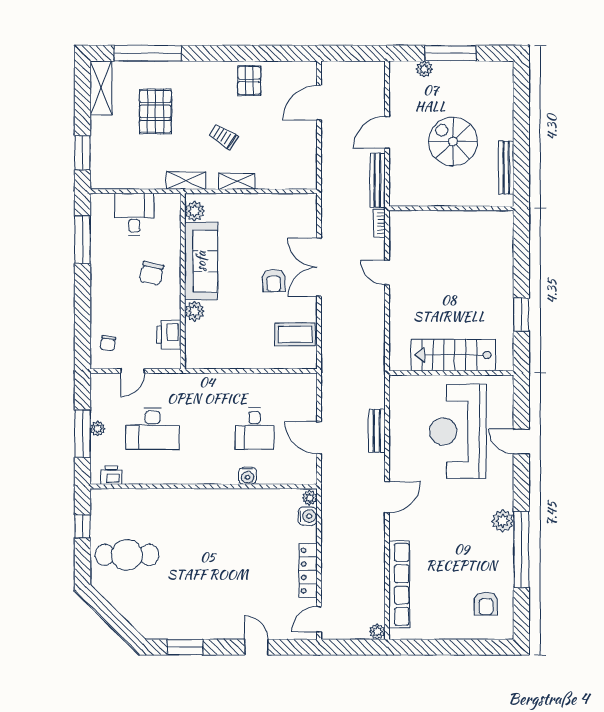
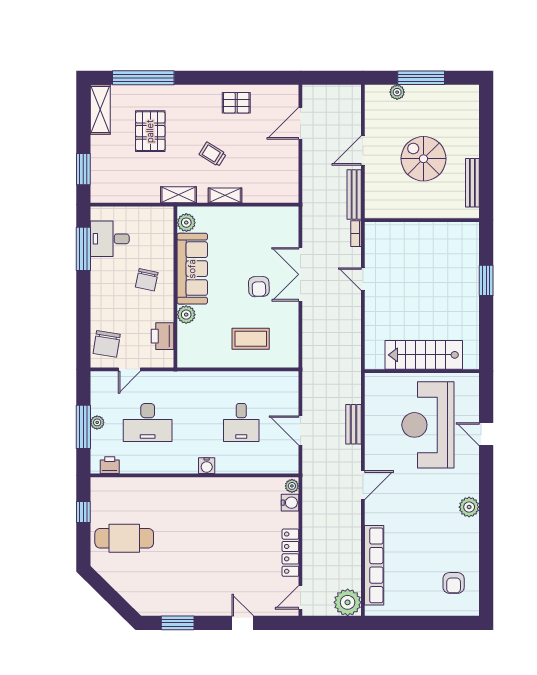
pallet: (249, 80) -> (236, 103), turned 90
desk: (134, 214) -> (110, 239), moved, turned -90
window: (521, 315) -> (486, 280), moved
coffee table: (295, 334) -> (251, 339), moved
chair: (108, 343) -> (107, 344), width x1.87, depth x1.87
water cooler: (248, 476) -> (207, 466), moved
window: (521, 549) -> (486, 533), removed
plant: (377, 632) -> (348, 602), width x1.88, depth x1.88

